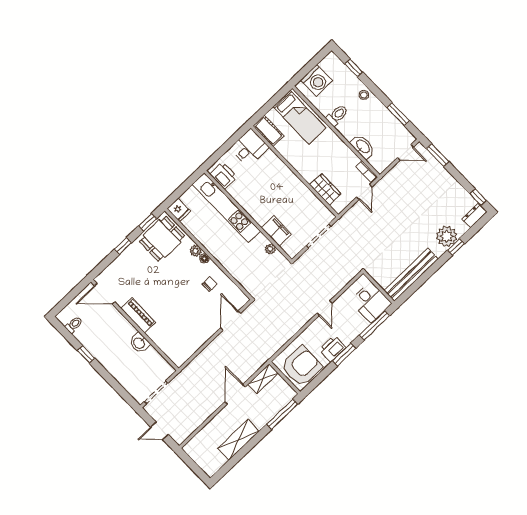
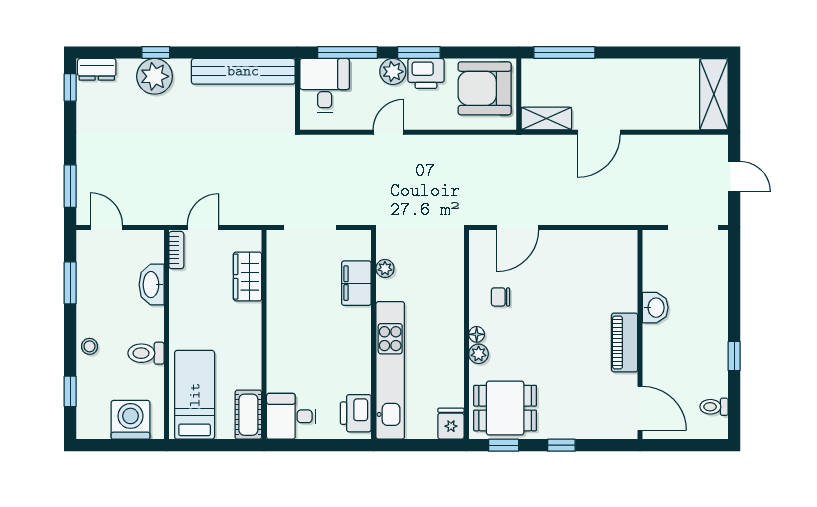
plant: (347, 336) -> (393, 72), added
shelving: (238, 440) -> (714, 94), moved, turned 90

